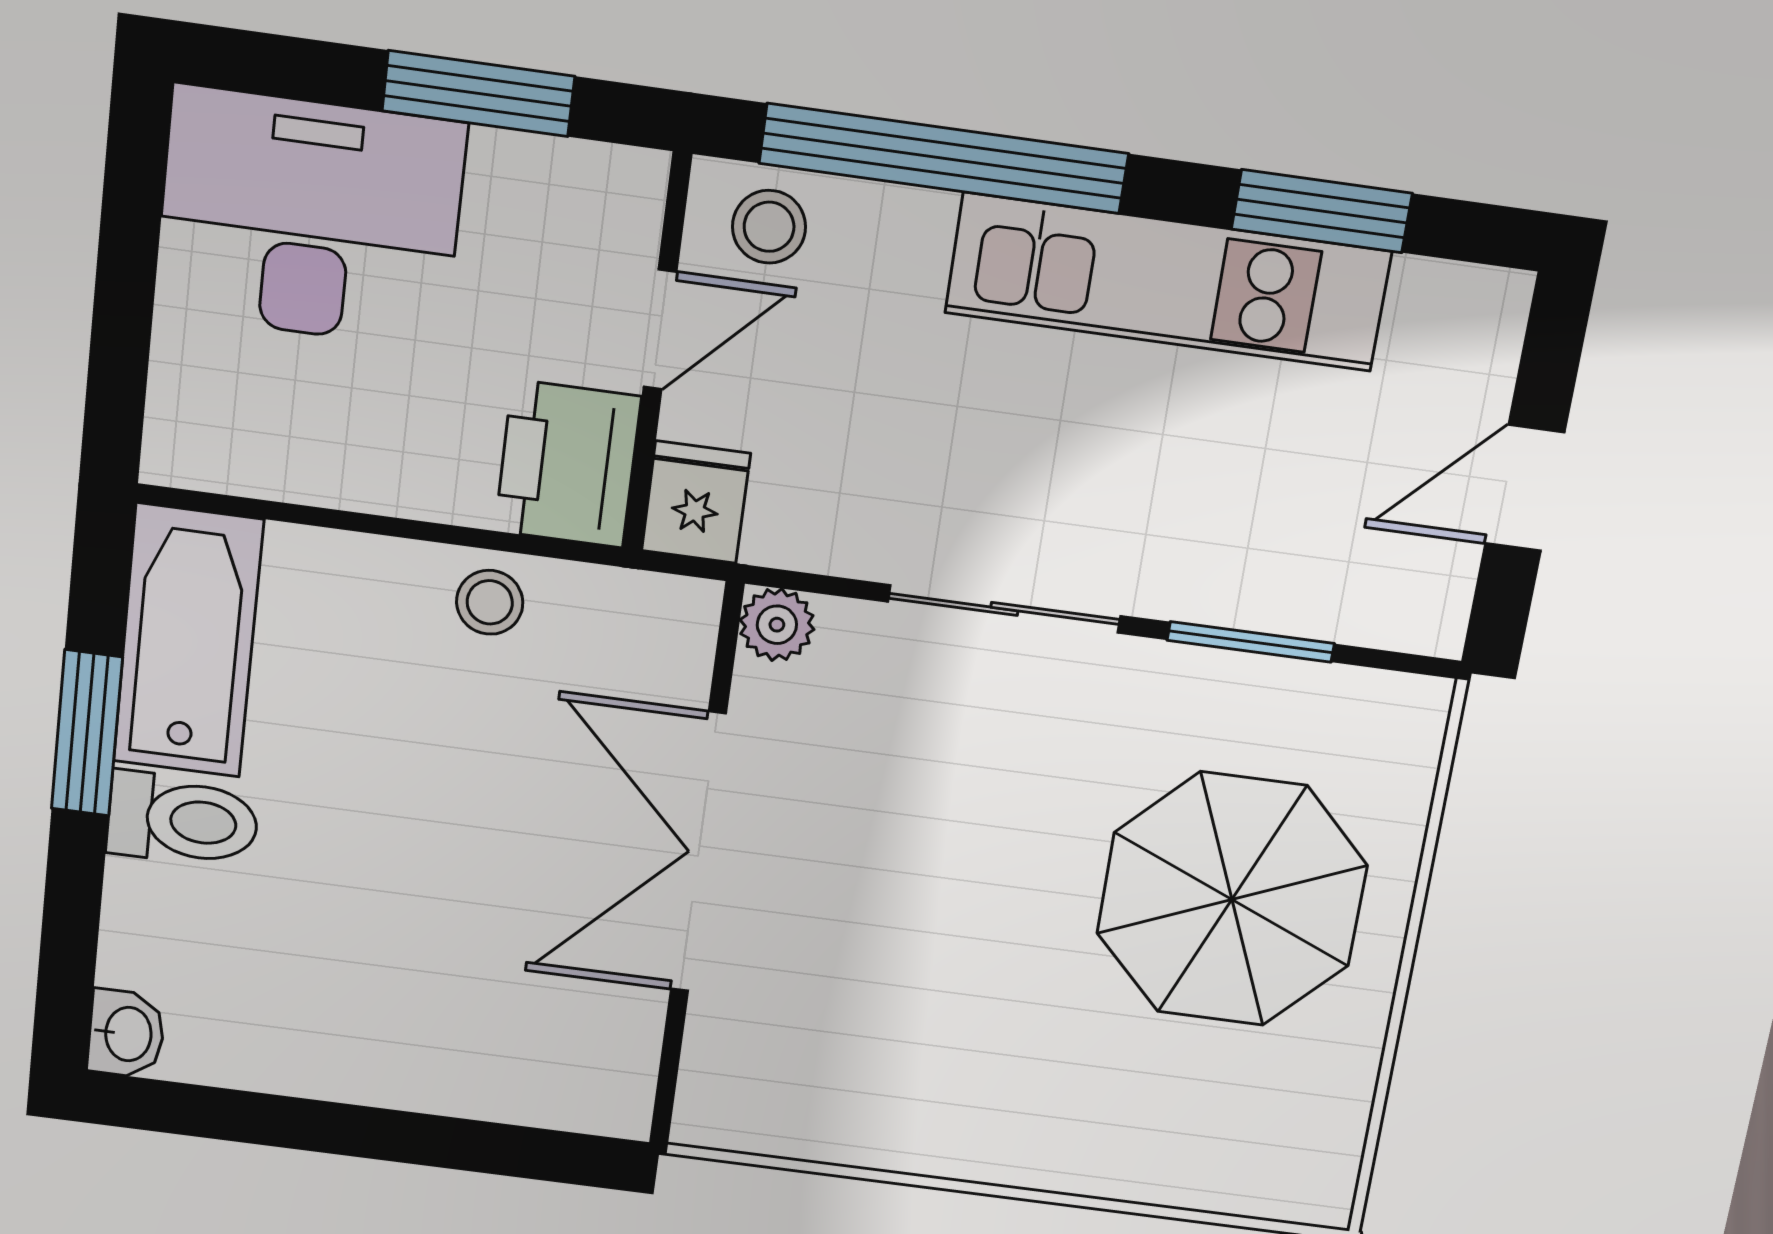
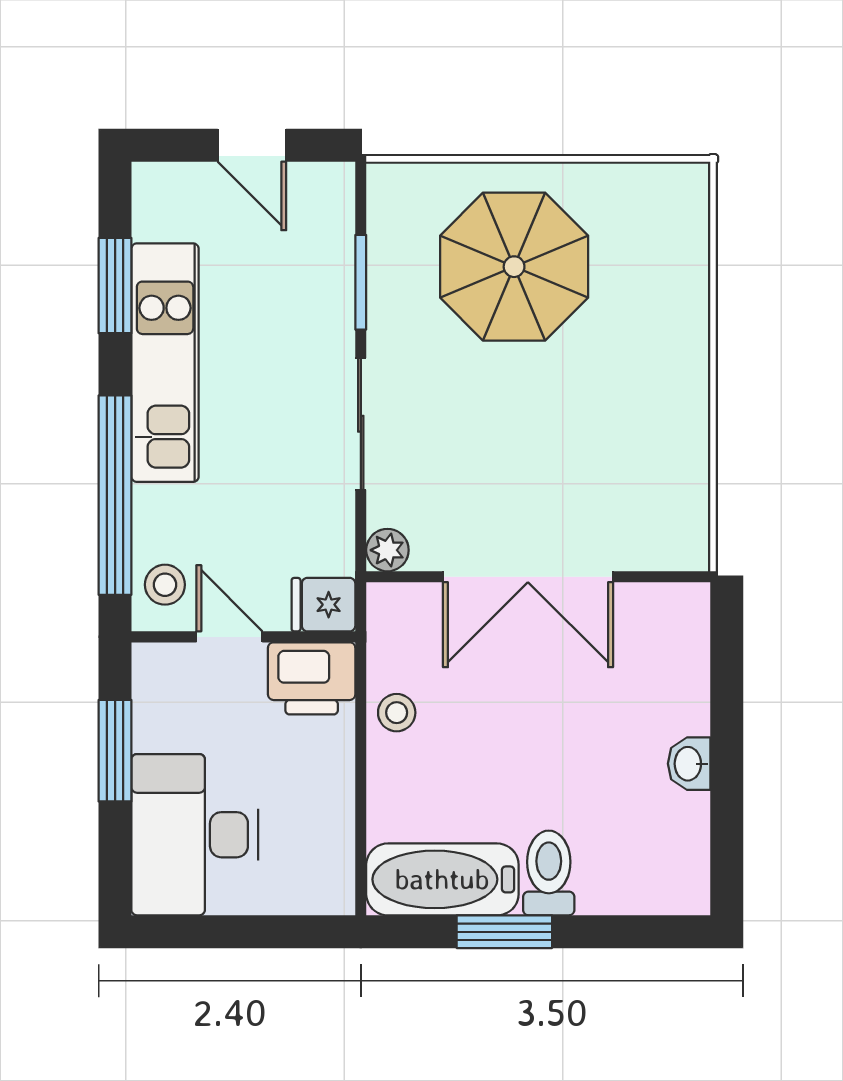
washbasin: (126, 1034) -> (689, 764), moved, turned -90

